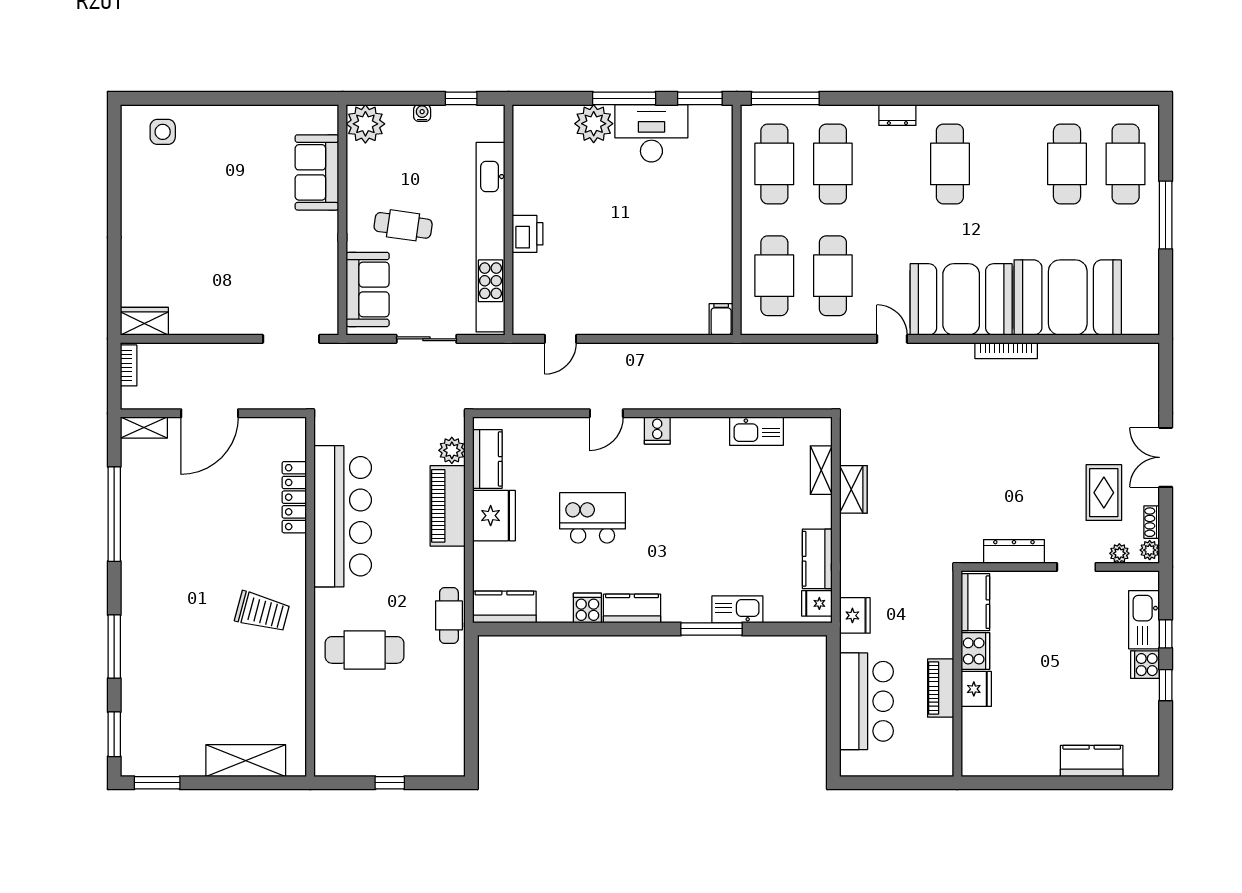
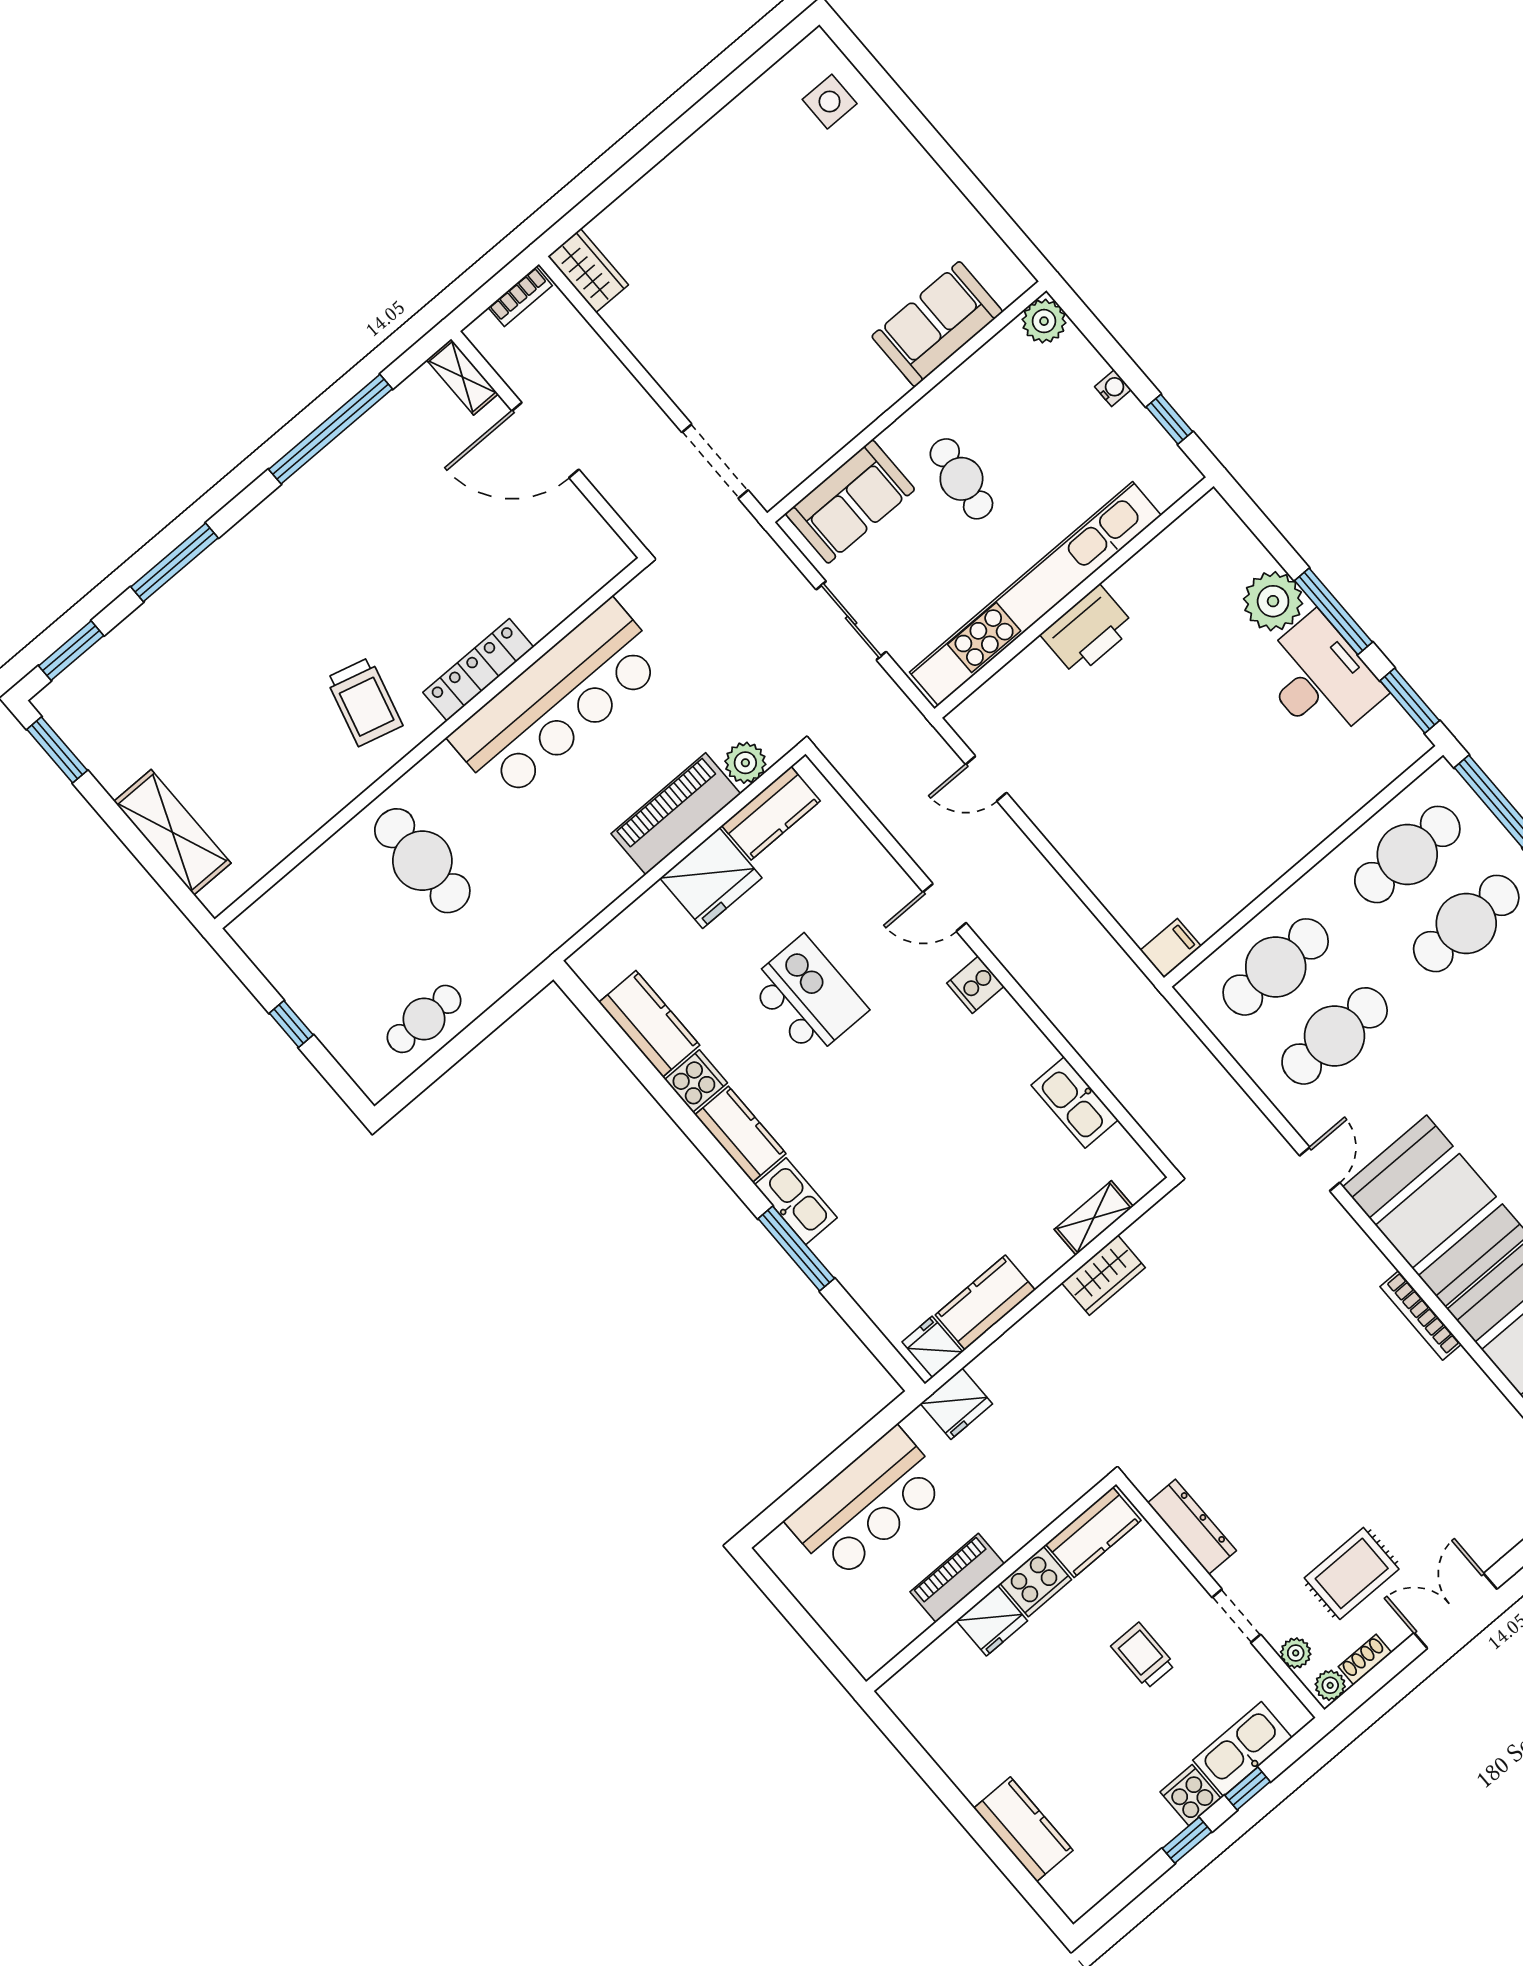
plant: (365, 124) -> (1044, 321), width x0.73, depth x0.73
printer: (528, 234) -> (1088, 631), width x1.37, depth x1.19
locker: (294, 497) -> (478, 670), moved
kitchen counter: (504, 607) -> (649, 1024), moved
kitchen sink: (737, 609) -> (796, 1201), moved
cafe table: (449, 615) -> (424, 1019), moved
trolley: (1057, 629) -> (1143, 1656), added

